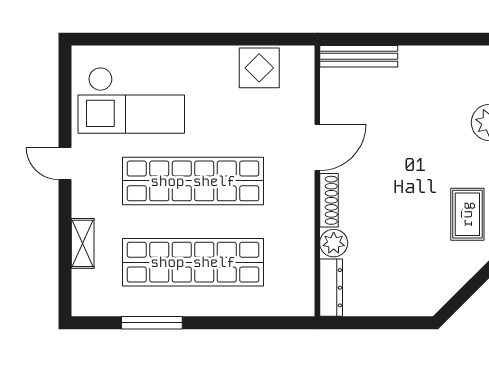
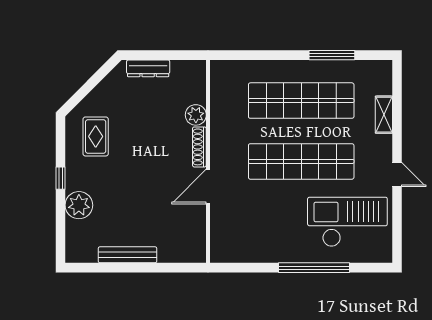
window: (176, 39) -> (314, 268), added
bench: (359, 56) -> (127, 255), moved
display table: (259, 68) -> (252, 246), removed
dresser: (331, 288) -> (148, 68), moved, turned -90

